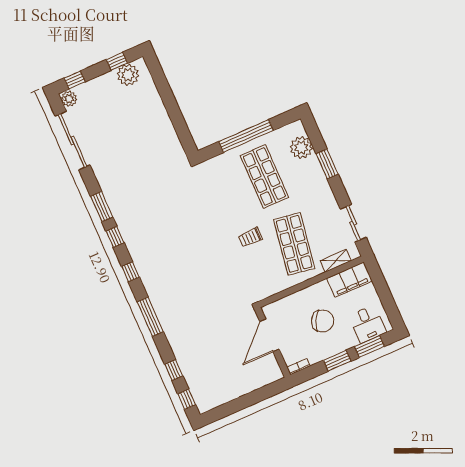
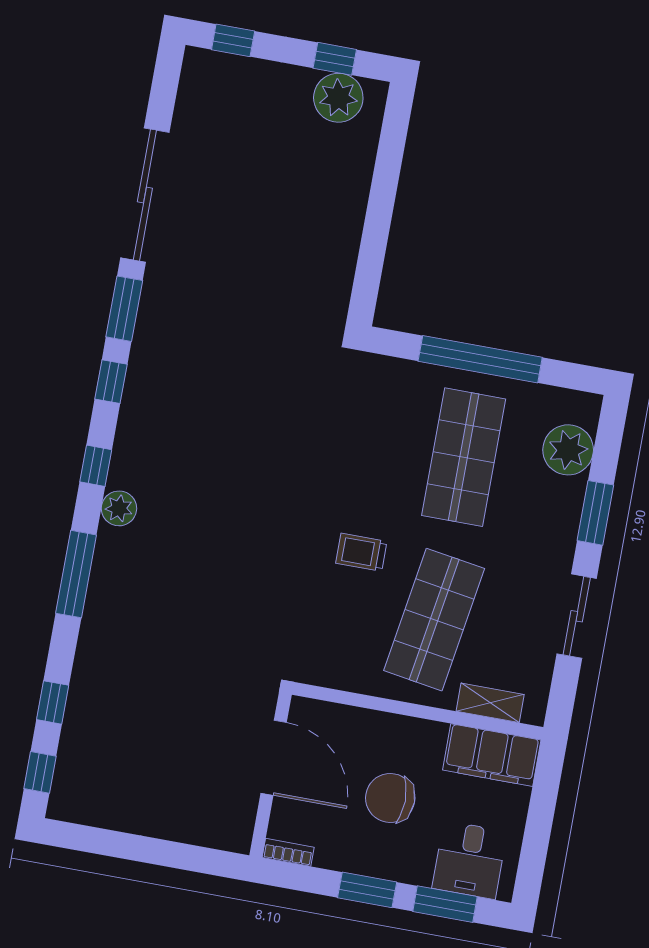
plant: (69, 99) -> (119, 508), moved
sliding door: (73, 140) -> (145, 195), moved
sliding door: (353, 223) -> (577, 616), moved
chair: (323, 321) -> (390, 798), turned 153
door: (269, 335) -> (274, 758), swing flipped

